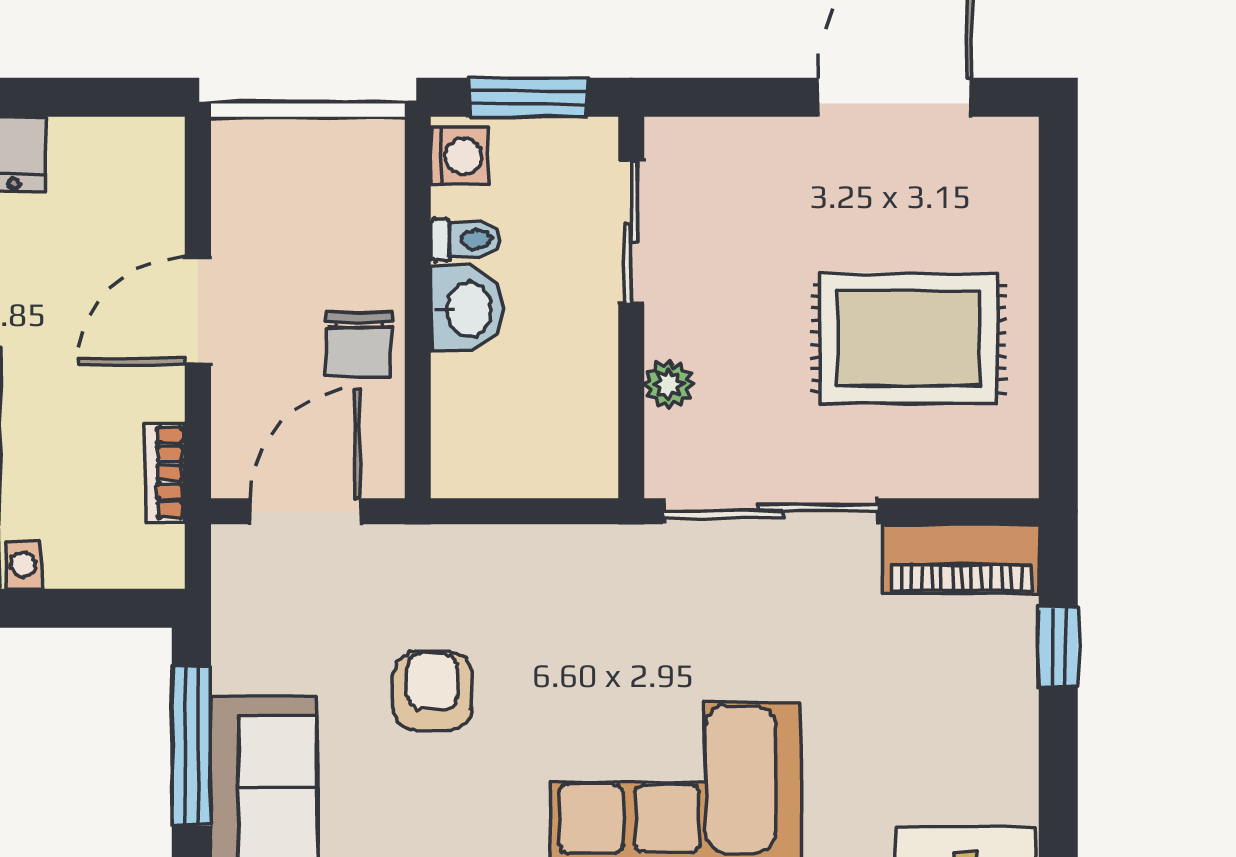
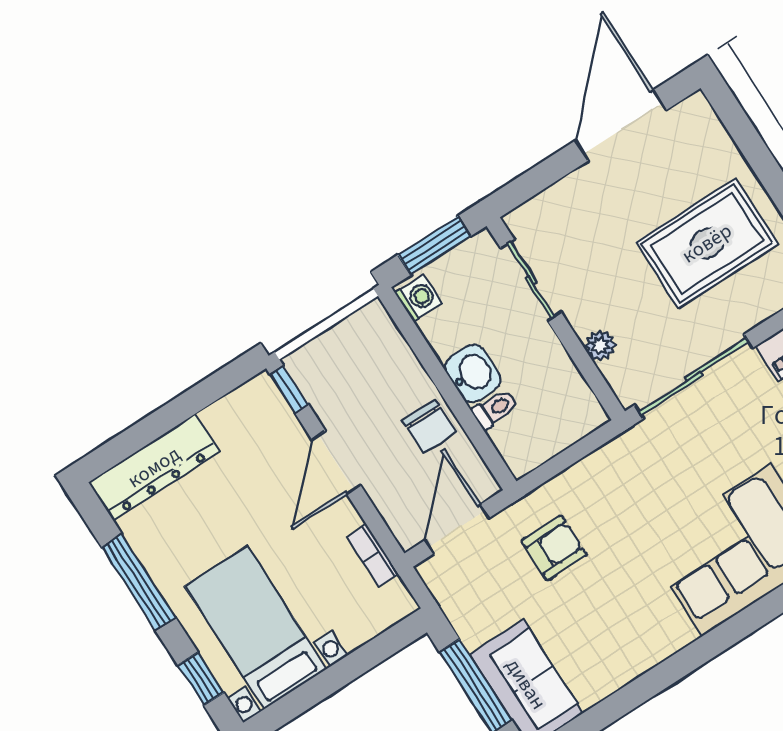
window: (198, 167) -> (289, 390), added
toilet: (466, 240) -> (495, 409), moved
armchair: (433, 691) -> (554, 548), moved, turned 90

